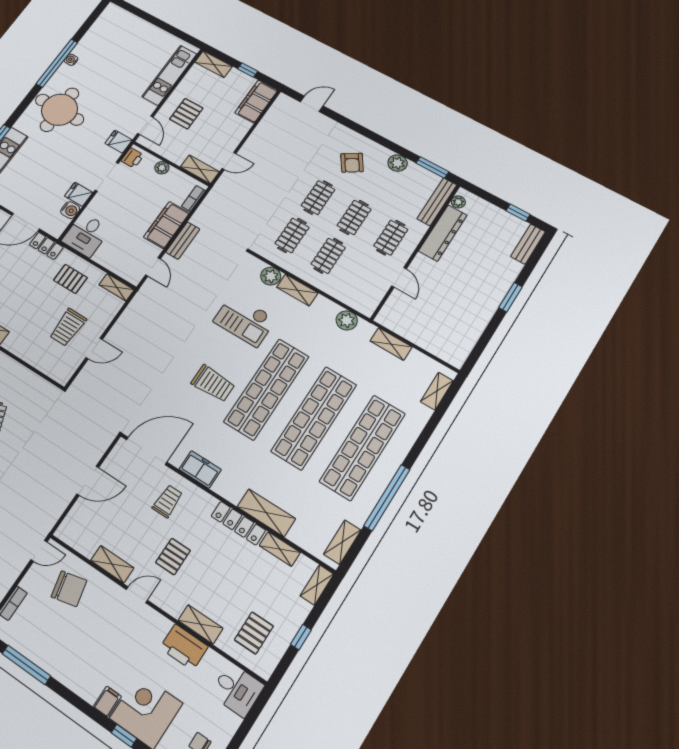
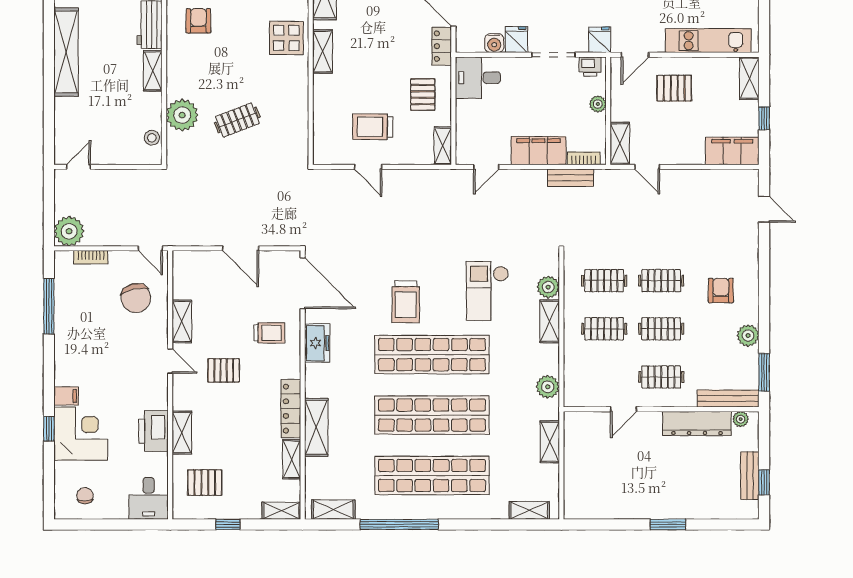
armchair: (352, 163) -> (721, 291), turned 124
bench: (183, 241) -> (570, 178), moved
bench: (528, 244) -> (750, 476), moved, turned 90

